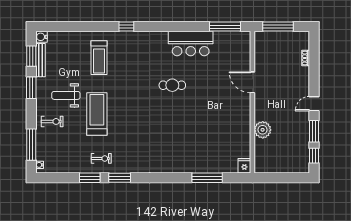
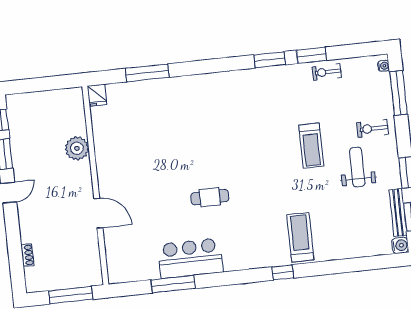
window: (225, 27) -> (173, 284), moved
treadmill: (99, 58) -> (300, 237), moved
weight bench: (66, 95) -> (357, 167), turned -90
treadmill: (97, 114) -> (311, 146), width x0.73, depth x0.73
exercise bike: (101, 158) -> (327, 72), moved

